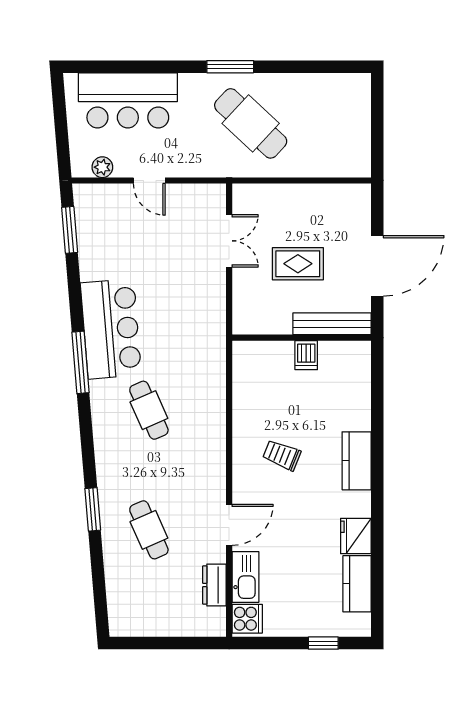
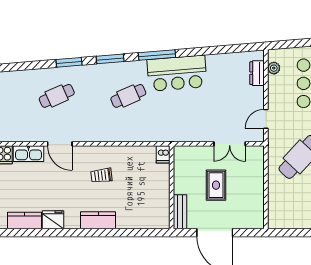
door: (149, 180) -> (266, 119), moved
window: (70, 230) -> (110, 59), moved
bench: (332, 324) -> (180, 212), width x0.73
dishwasher: (306, 355) -> (163, 154), moved, turned -90
trolley: (282, 455) -> (101, 175), turned -119
dresser: (214, 585) -> (257, 73), moved, turned -90

